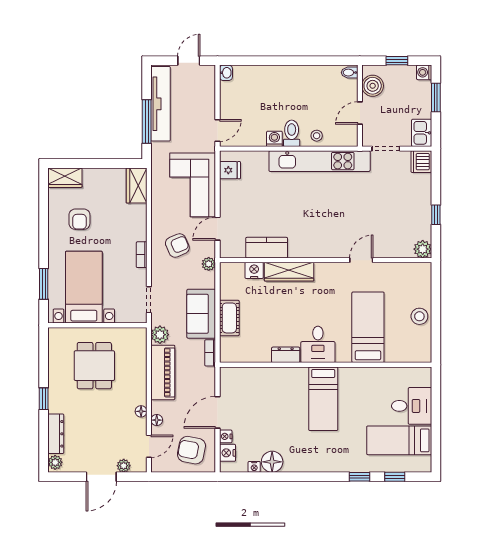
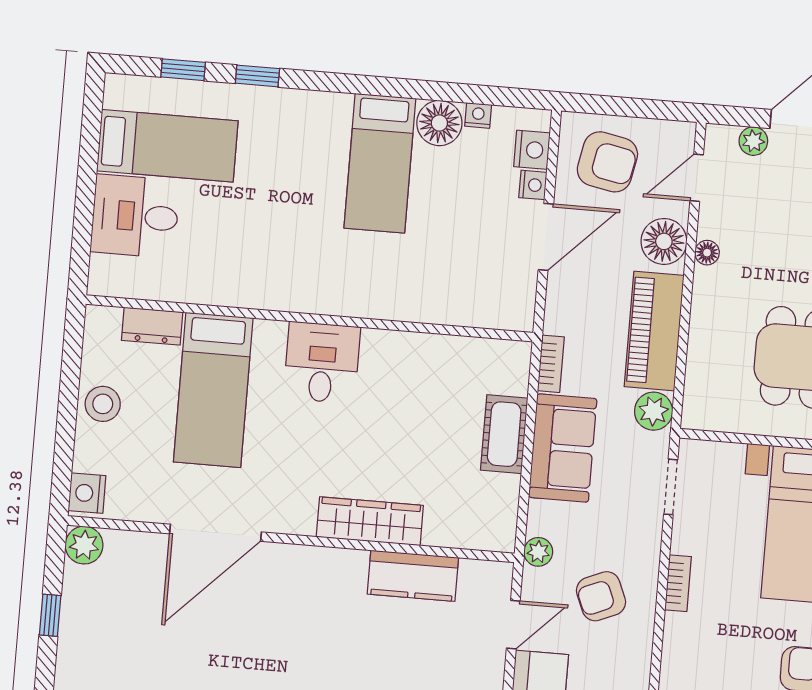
door: (361, 260) -> (215, 533), width x1.87
nightstand: (254, 270) -> (87, 493), moved, turned 90
dresser: (286, 355) -> (152, 326), moved
bed: (323, 399) -> (380, 163), moved, turned 180
floor lamp: (157, 420) -> (664, 241), width x1.89, depth x1.89

